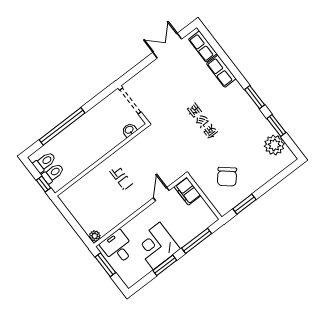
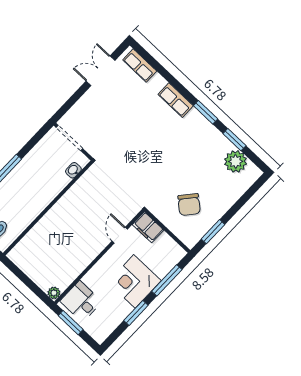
row of seats: (221, 71) -> (176, 100), moved
corner desk: (157, 246) -> (134, 281), moved

